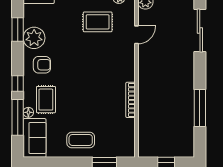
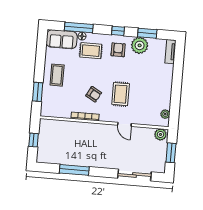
rug: (98, 22) -> (121, 94), moved
door: (136, 35) -> (124, 124), moved
armchair: (42, 65) -> (118, 50), turned 180
window: (18, 83) -> (118, 31), moved
armchair: (101, 91) -> (94, 94), added

